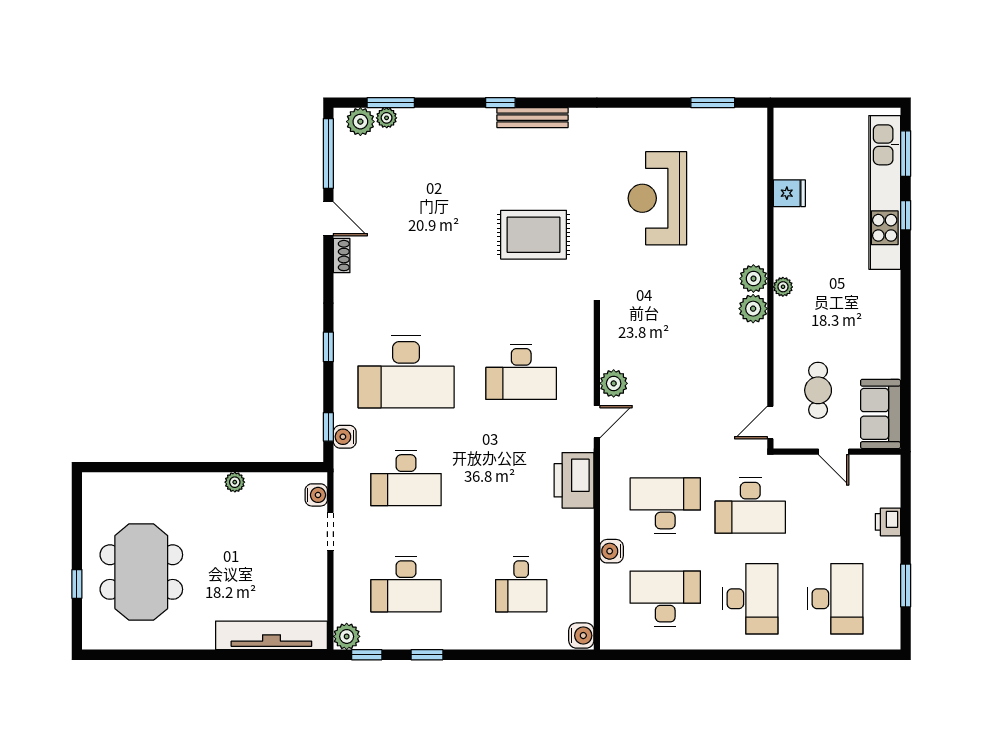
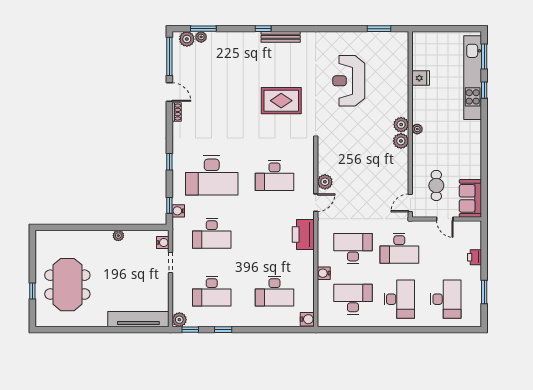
desk: (521, 584) -> (274, 291), width x1.37

